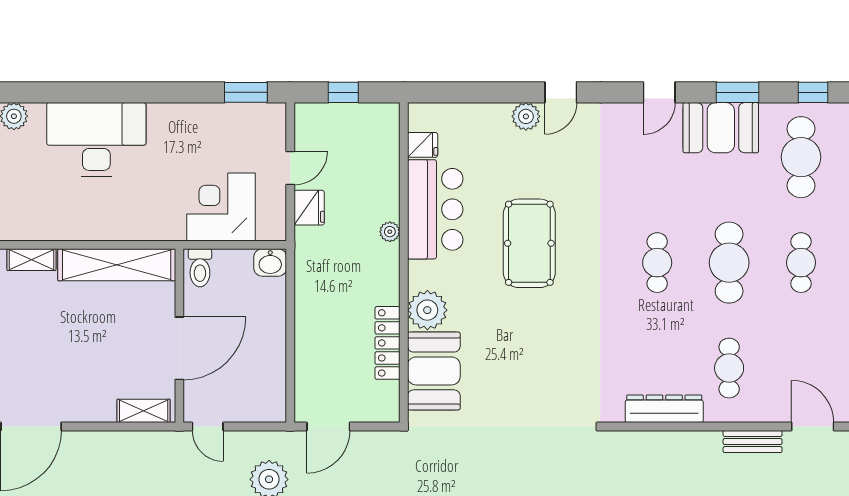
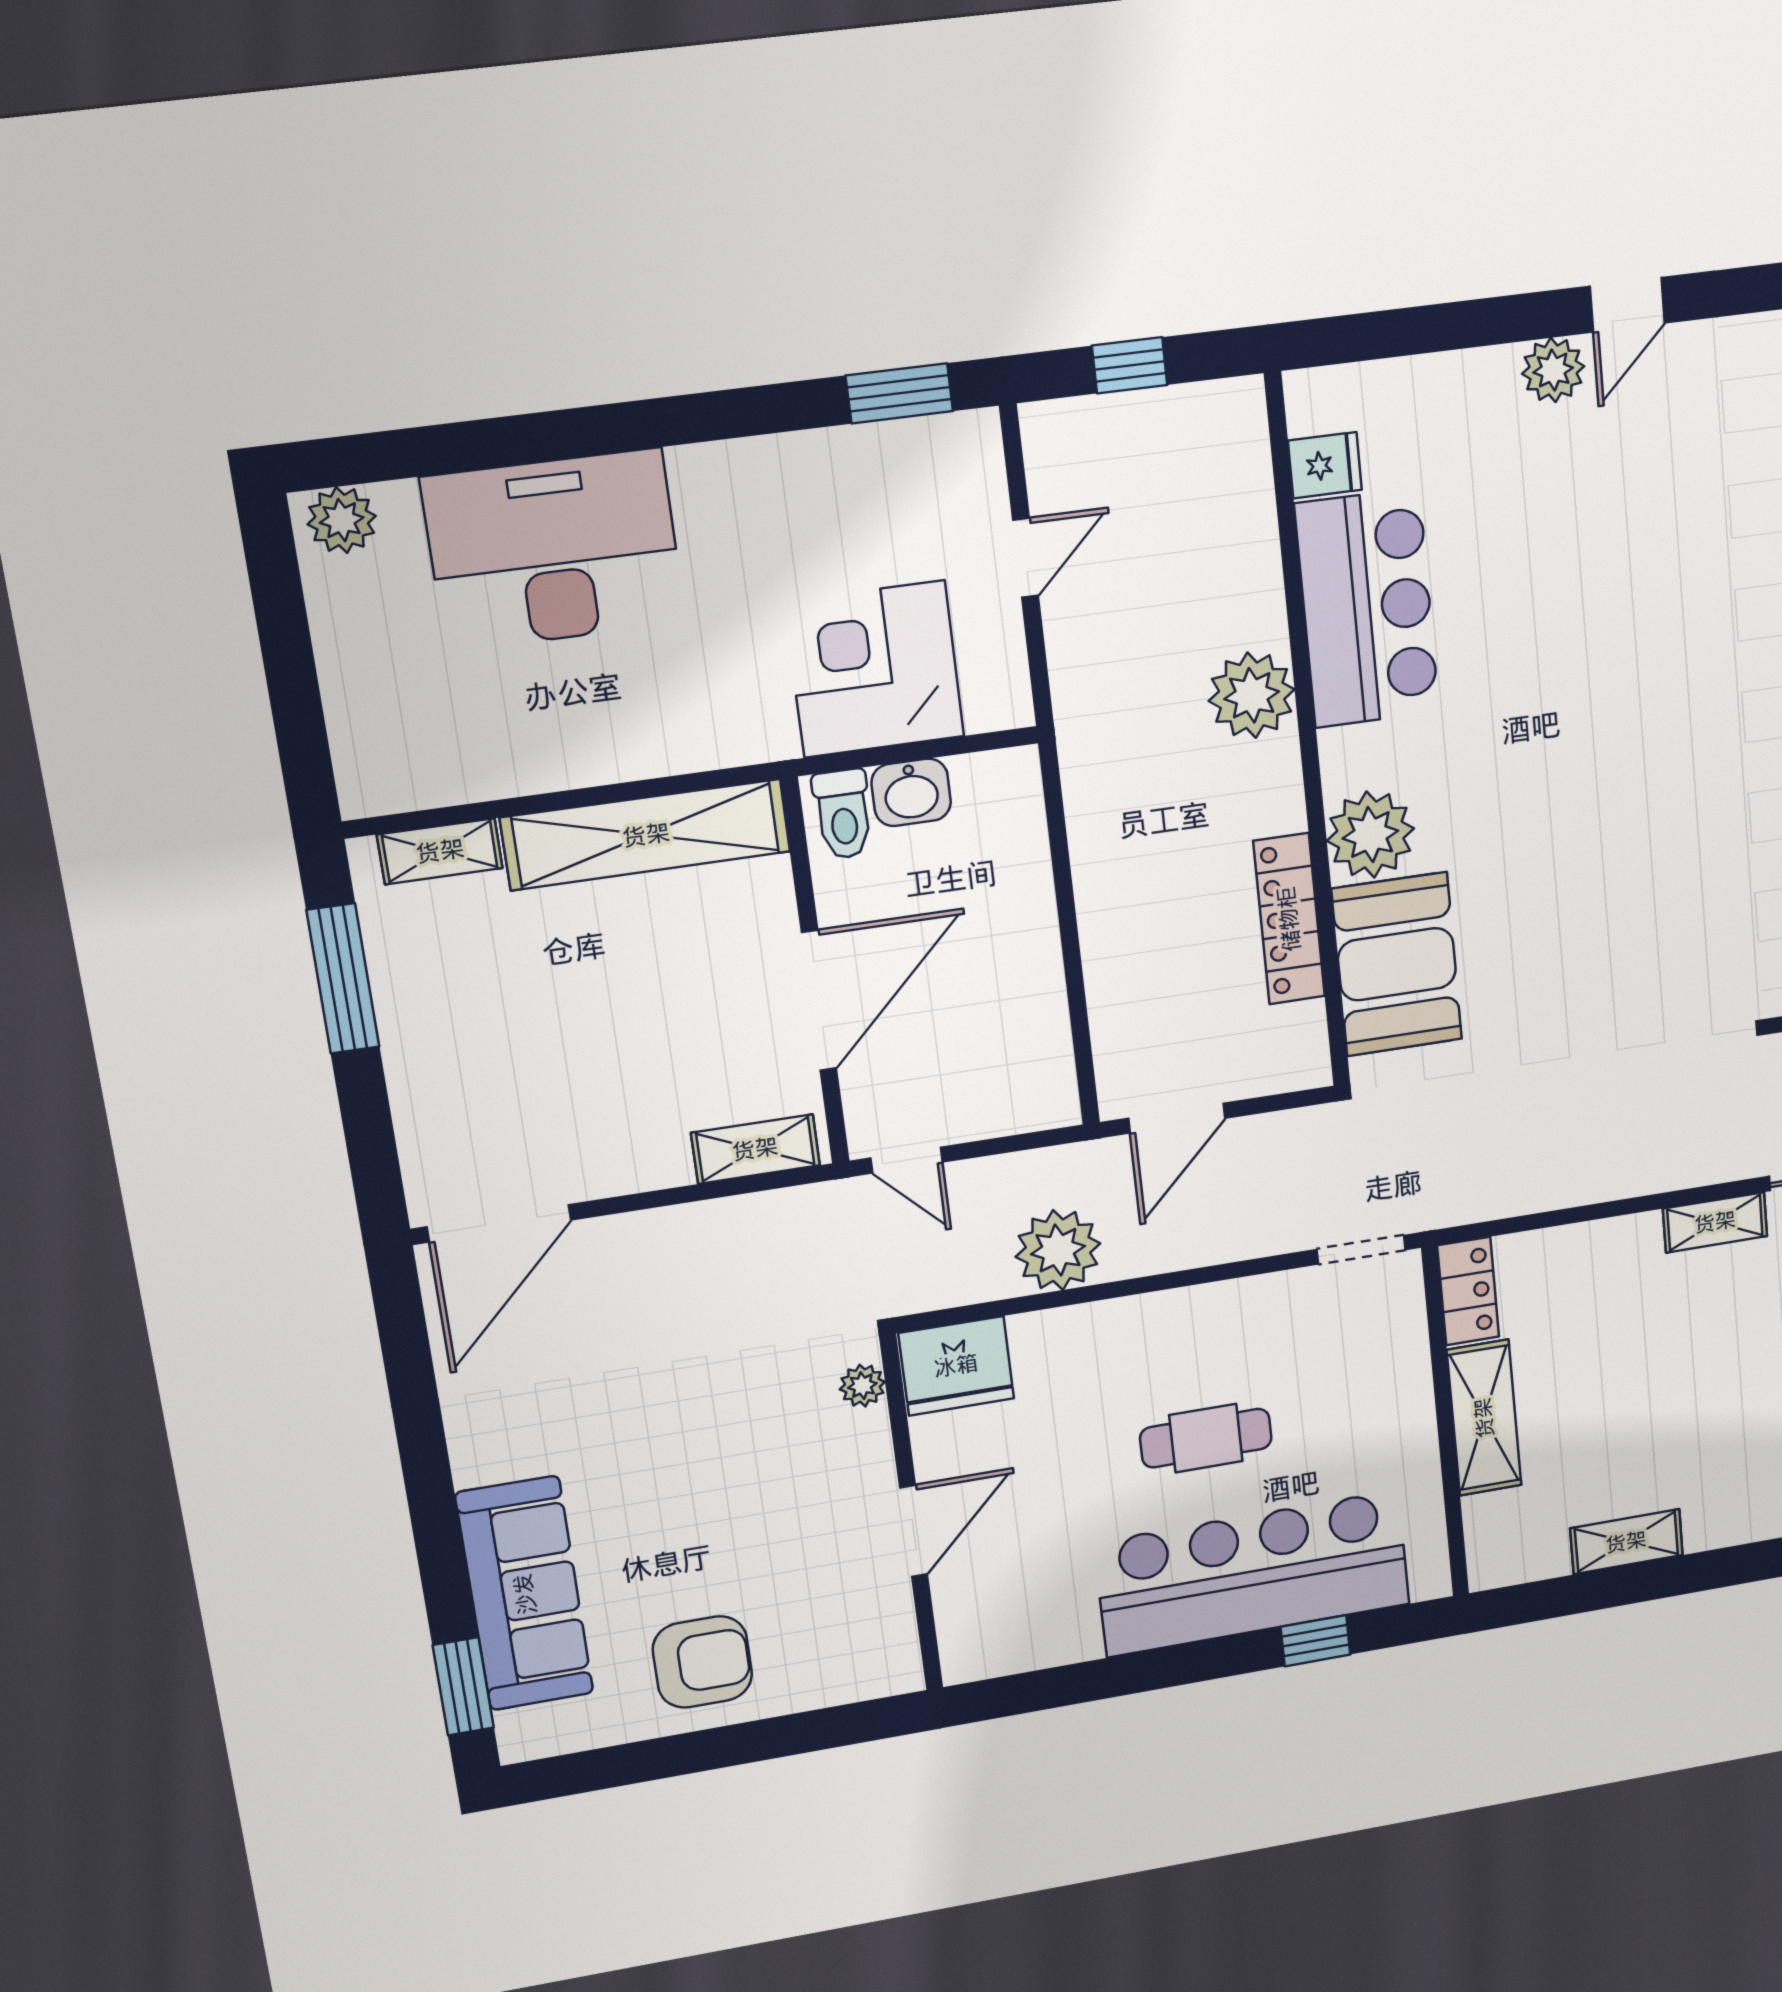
fridge: (309, 208) -> (1080, 643), removed
plant: (390, 232) -> (1252, 695), width x1.87, depth x1.87
pool table: (529, 243) -> (1583, 656), removed
washbasin: (270, 263) -> (911, 792), moved

